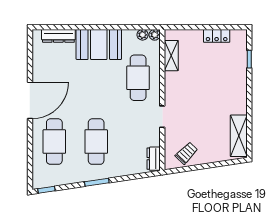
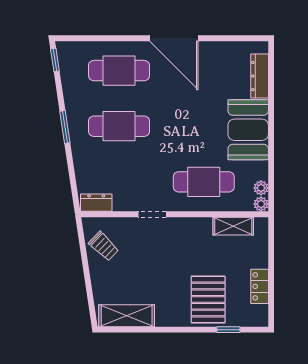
pallet: (226, 75) -> (208, 299), added

